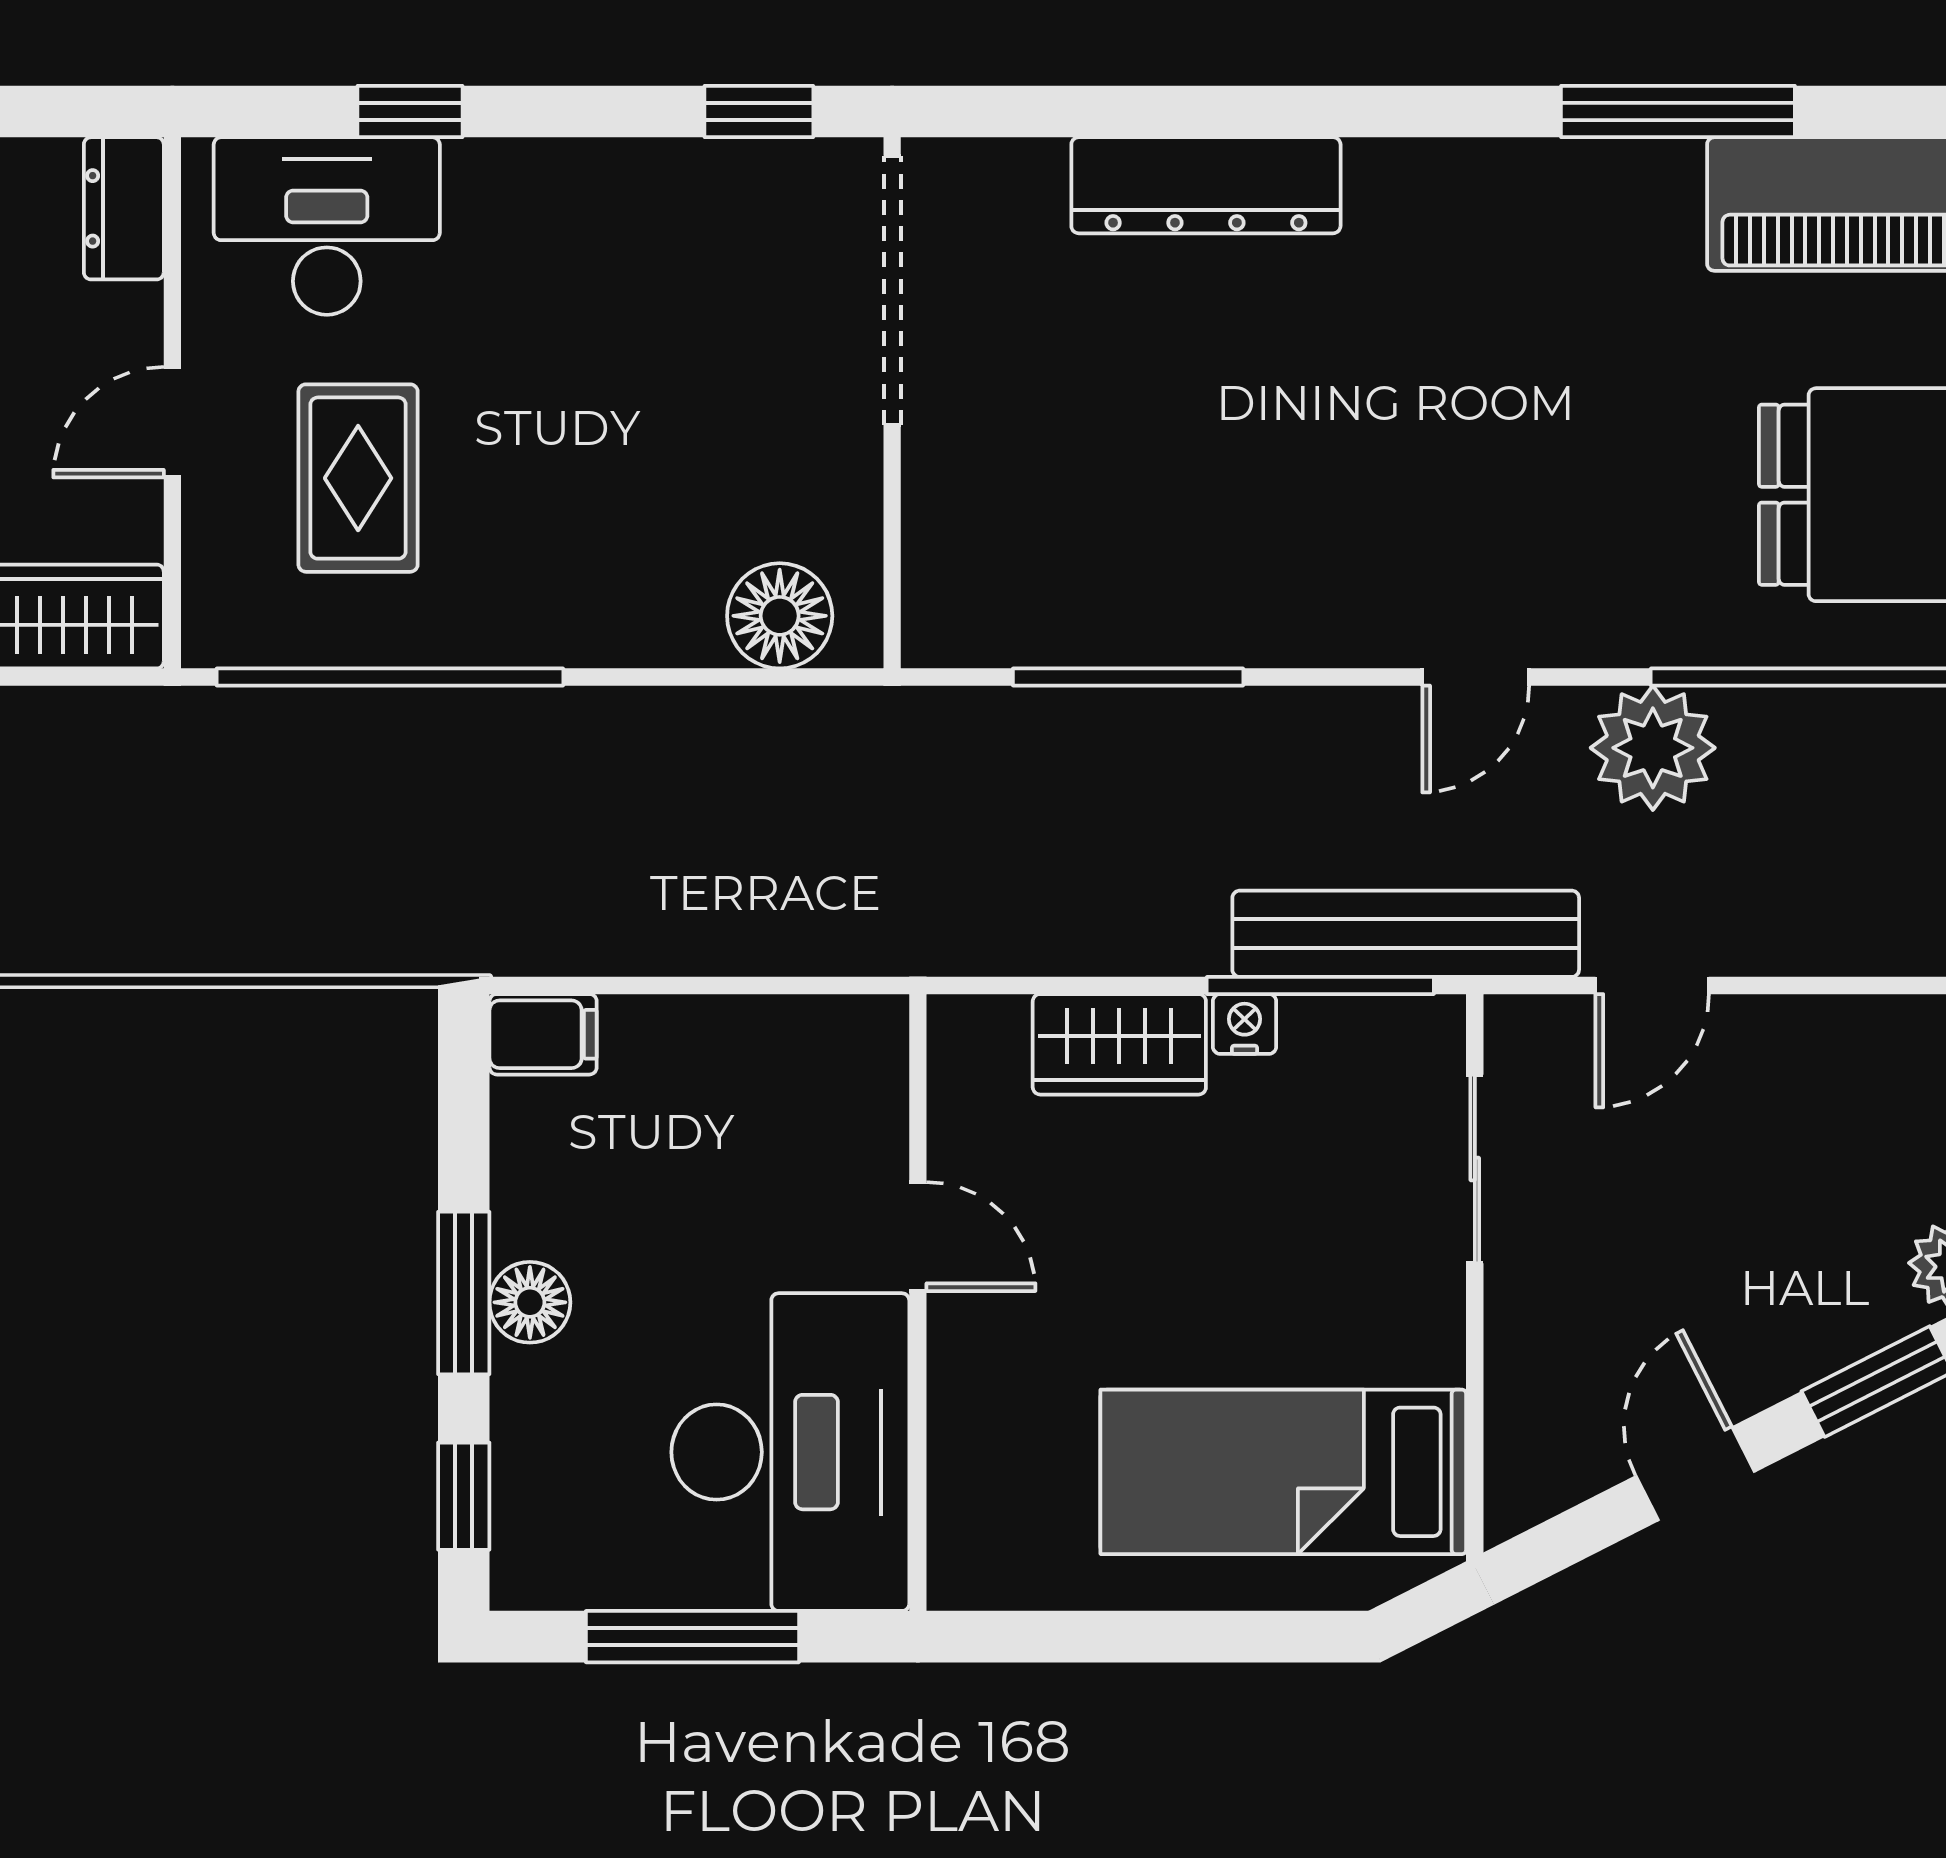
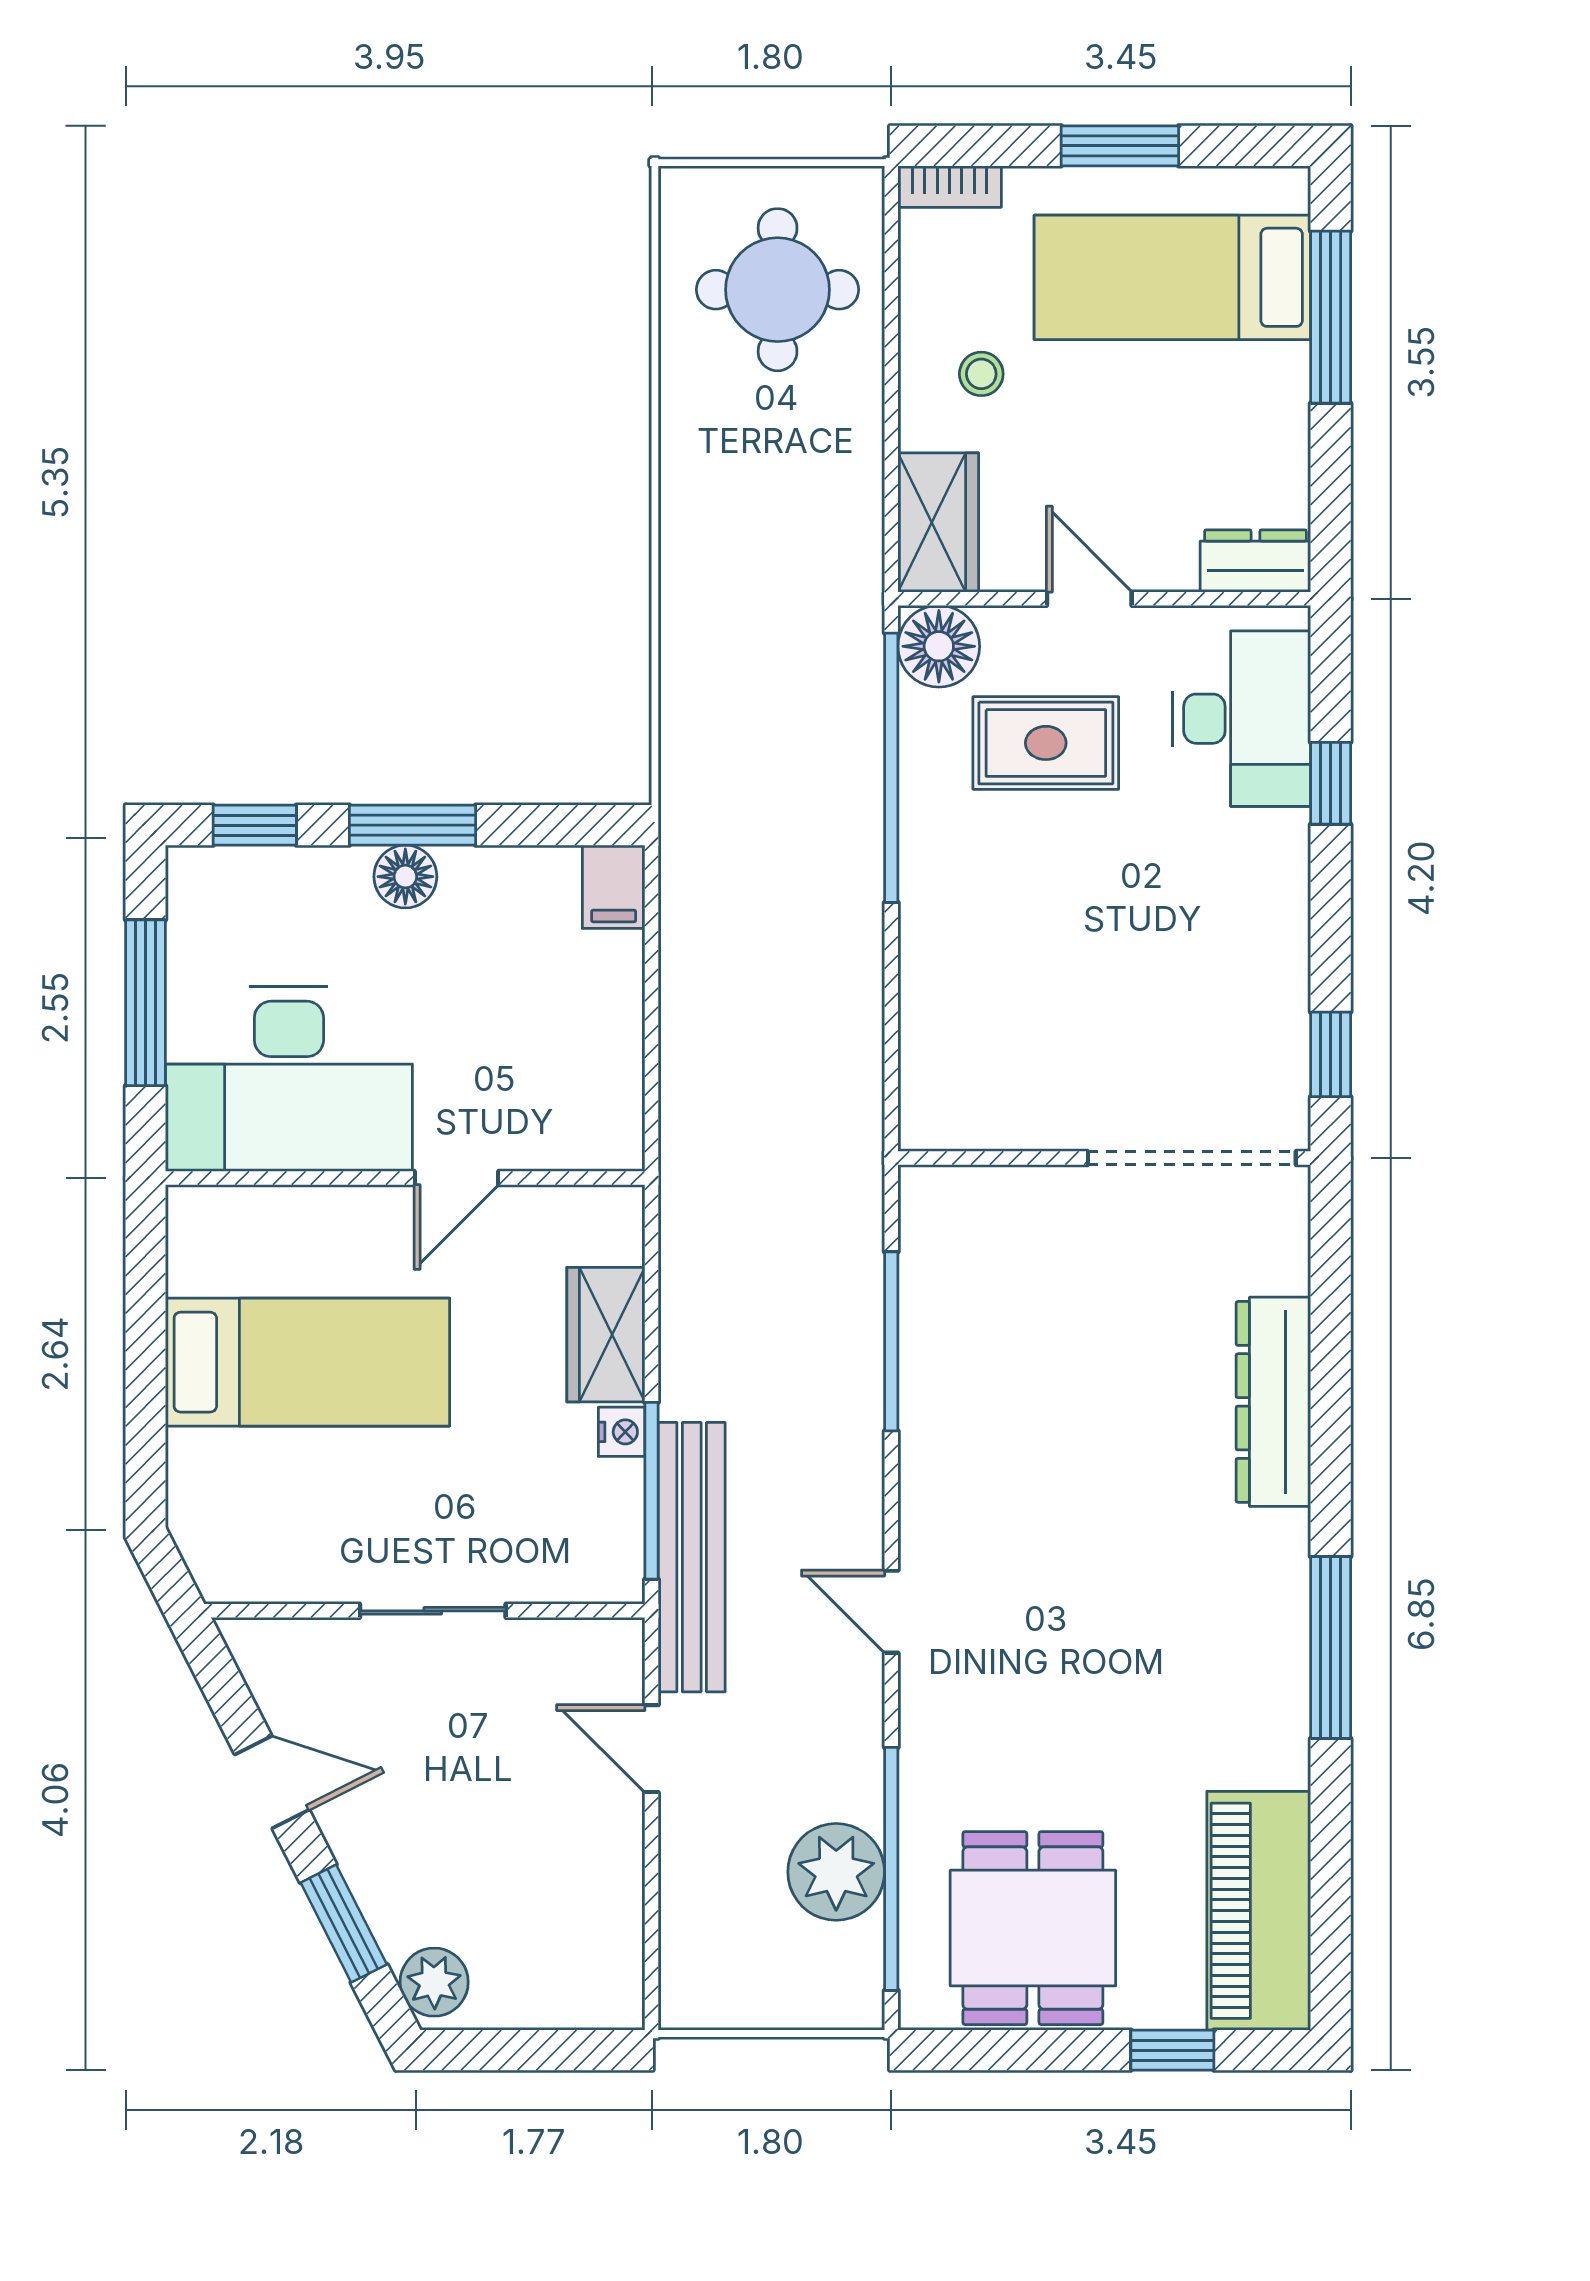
window: (1678, 112) -> (1331, 1647), moved
floor lamp: (780, 616) -> (939, 646), moved
plant: (1653, 748) -> (836, 1872), moved
sliding door: (1475, 1169) -> (433, 1611), moved
bed: (1283, 1472) -> (308, 1362), moved, turned 90

